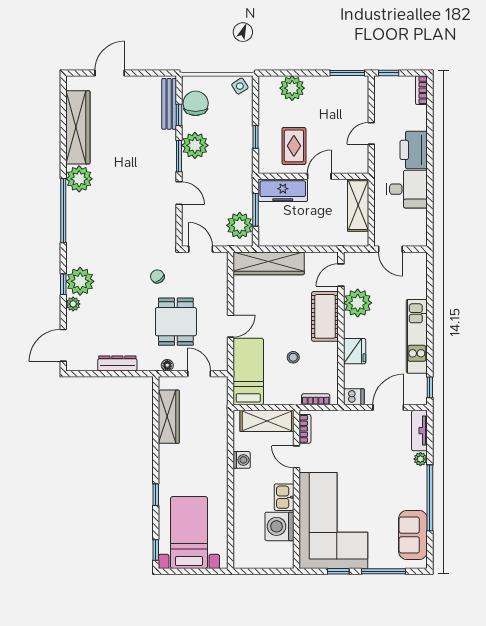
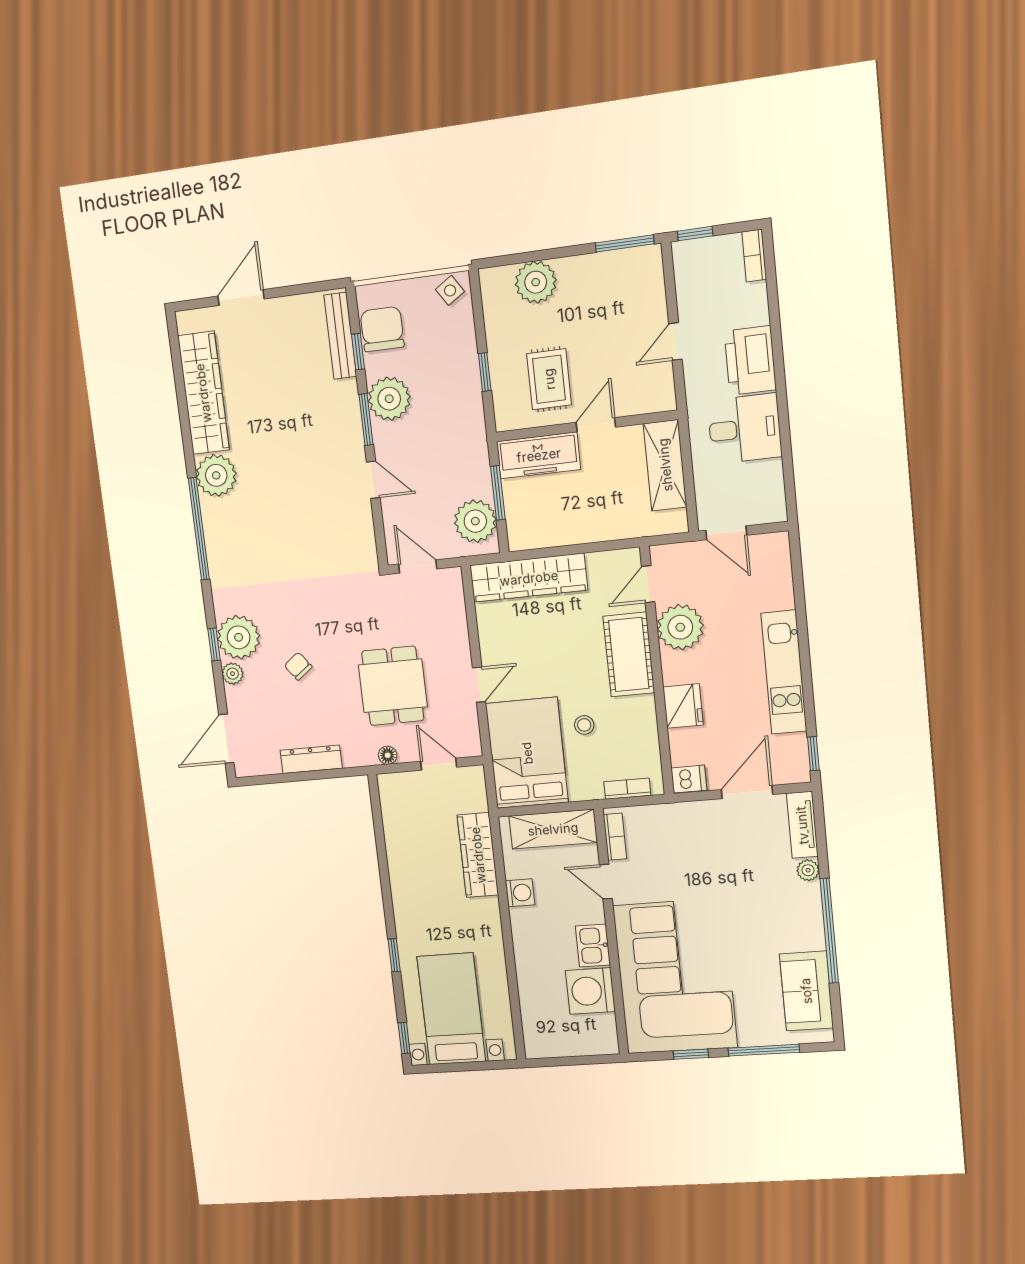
chair: (157, 276) -> (298, 666), moved
bed: (248, 372) -> (527, 753), width x1.50
wardrobe: (169, 417) -> (478, 855), moved, turned 180

